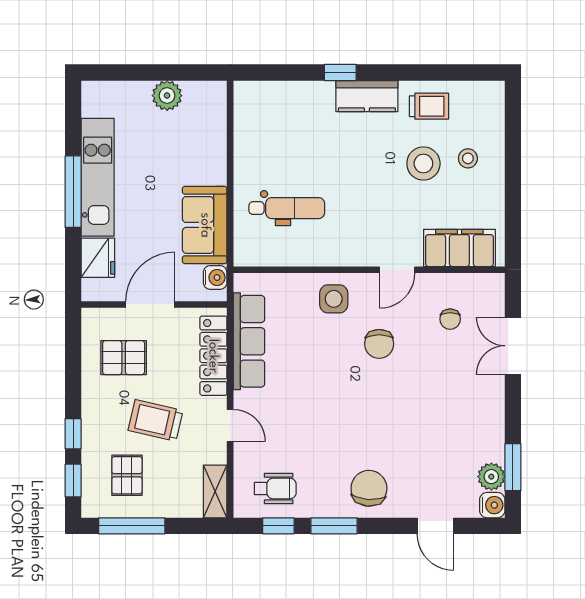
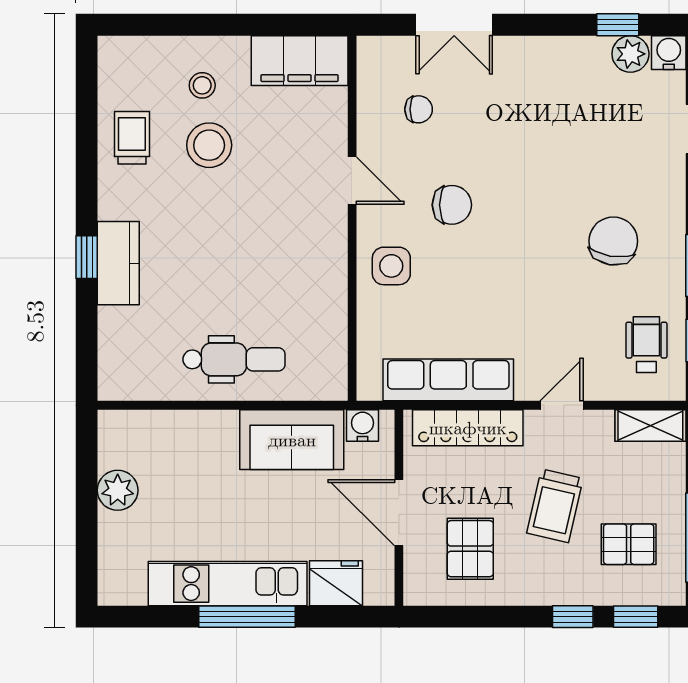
kitchen counter: (367, 96) -> (118, 263), moved
dental chair: (287, 208) -> (234, 359), moved, turned 90
filing cabinet: (459, 248) -> (300, 61), moved, turned -90
window: (513, 467) -> (618, 25), width x0.67
chair: (369, 488) -> (613, 241), moved, turned 95

